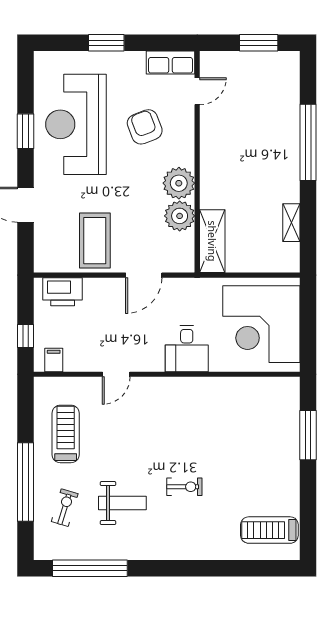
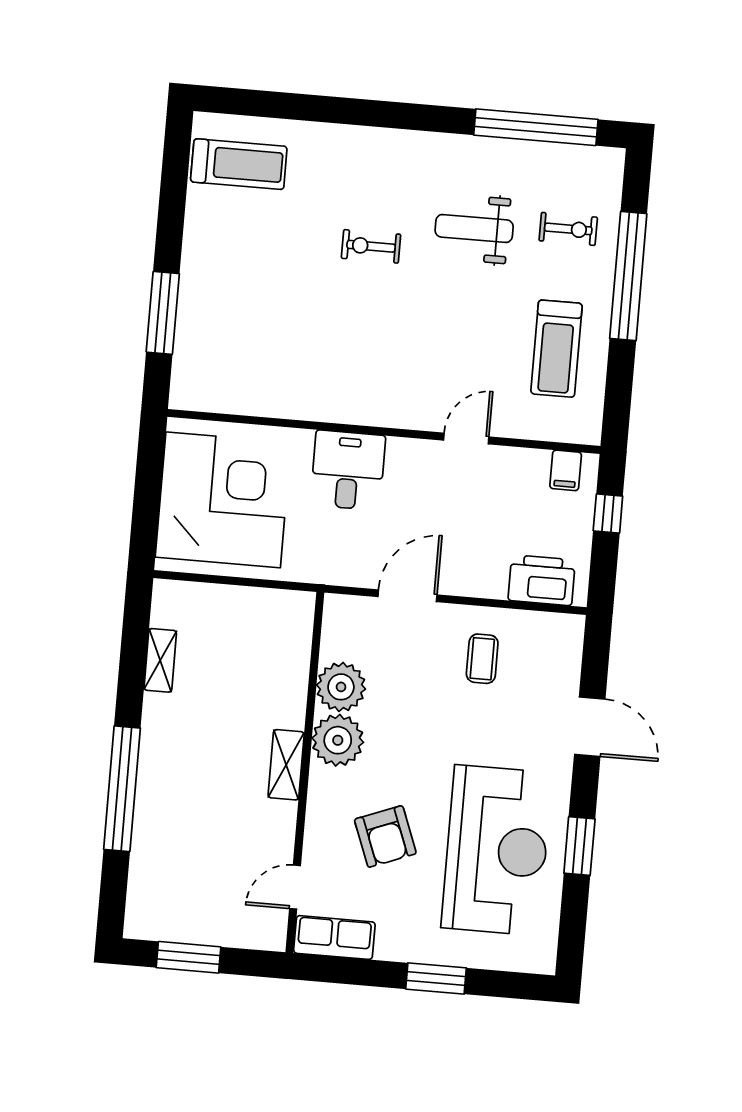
coffee table: (95, 241) -> (482, 659), width x0.54, depth x0.58
shelving: (212, 241) -> (286, 765), moved, width x0.67, depth x0.75
exercise bike: (65, 508) -> (568, 229), turned -107

